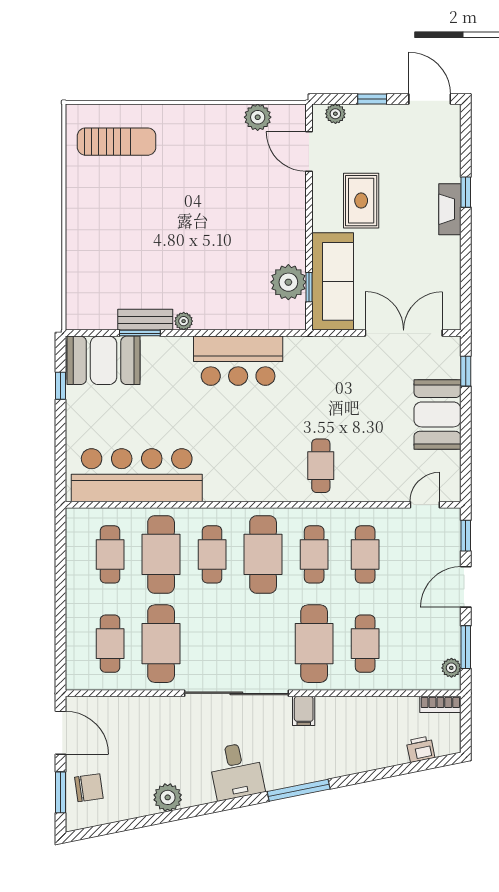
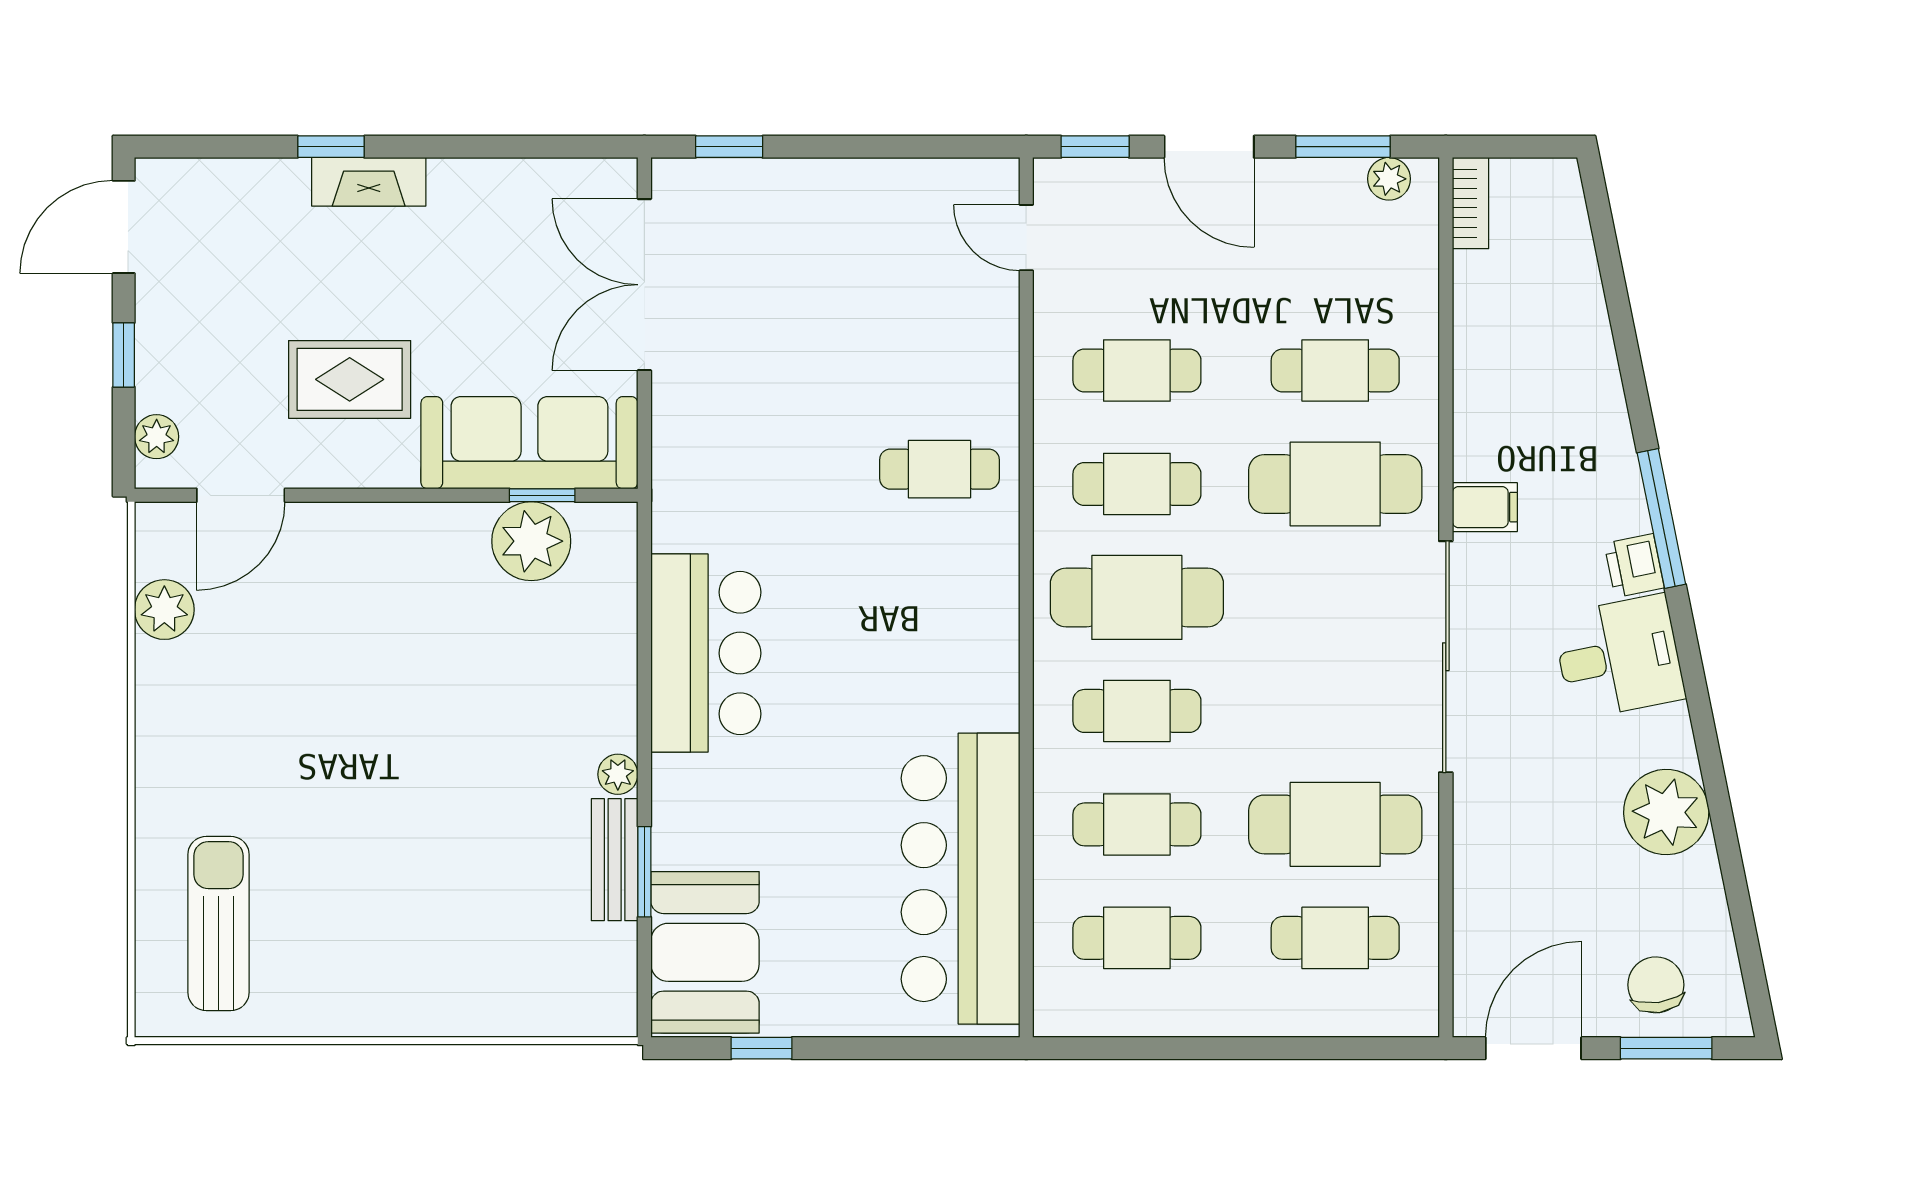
booth: (437, 414) -> (825, 210), removed
cafe table: (161, 554) -> (1137, 824), width x0.73, depth x0.74
printer: (420, 749) -> (1634, 566), moved
plant: (168, 797) -> (1666, 812), width x1.36, depth x1.36

